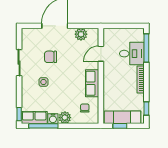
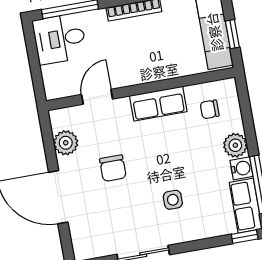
door: (101, 54) -> (97, 97), swing flipped
desk: (132, 54) -> (60, 39), moved, turned -90
chair: (51, 57) -> (113, 168), moved

